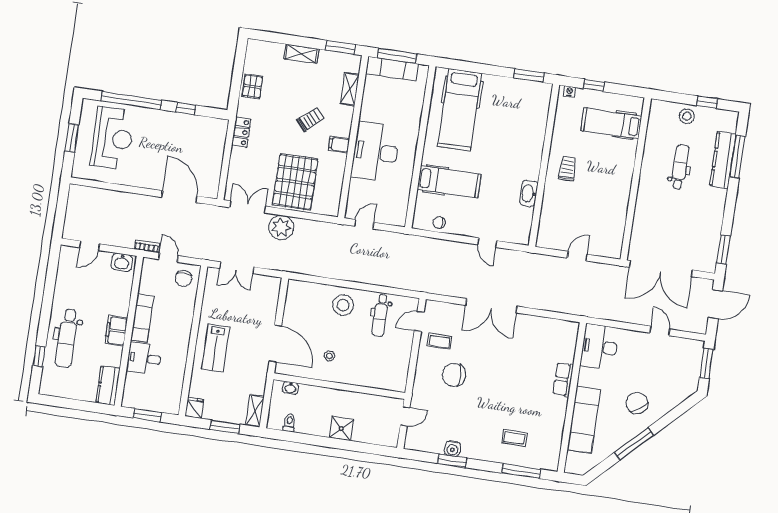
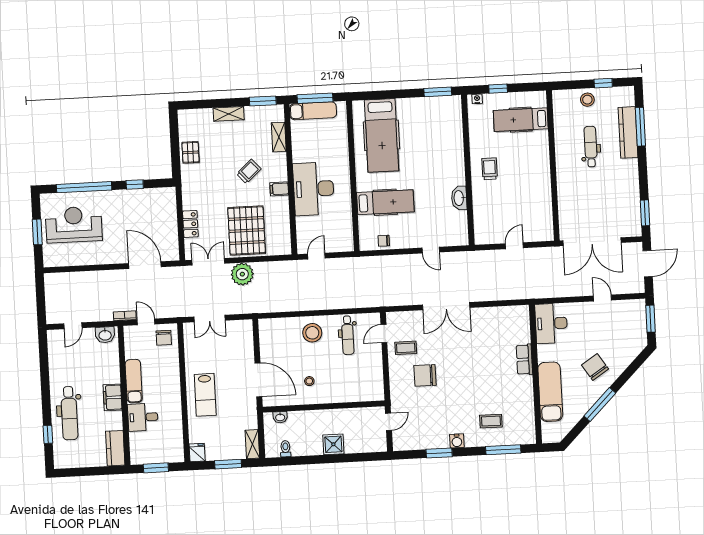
locker: (241, 132) -> (190, 224), moved
reception desk: (112, 138) -> (74, 225), turned -90
water cooler: (452, 449) -> (457, 441), moved

